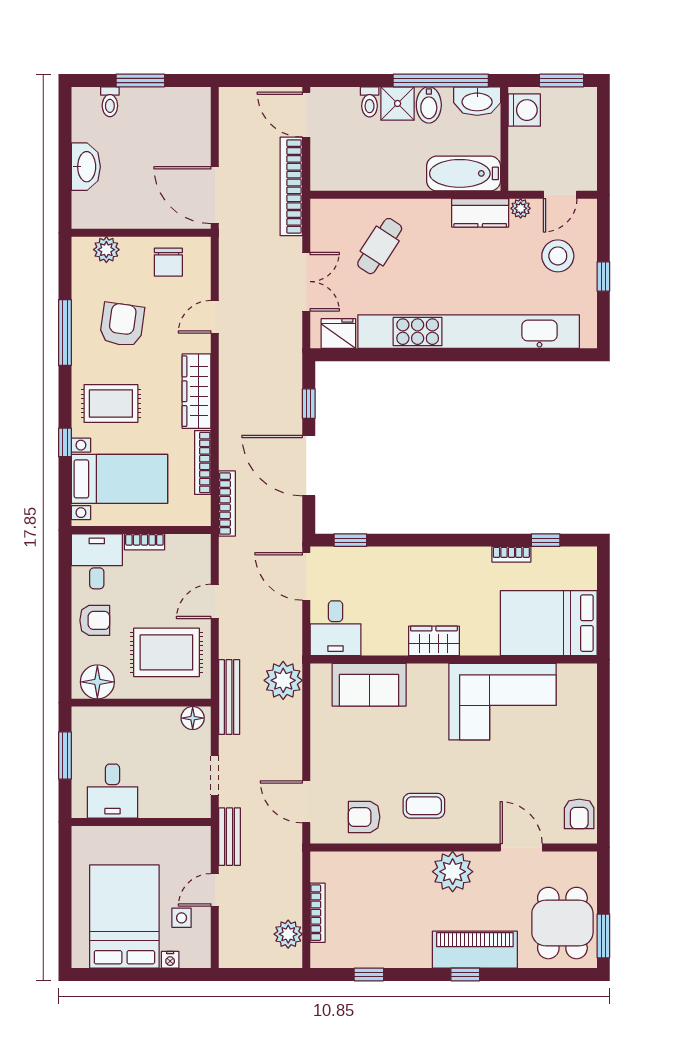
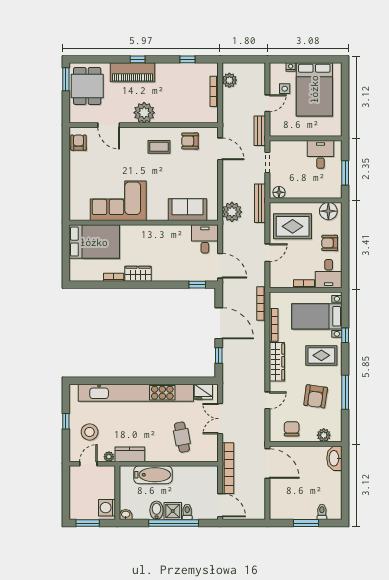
window: (441, 80) -> (174, 523), moved
washbasin: (477, 101) -> (126, 515), width x0.52, depth x0.69
washbasin: (86, 167) -> (334, 458), moved
bathtub: (464, 173) -> (153, 475), moved
cafe table: (380, 246) -> (182, 437), turned -44
window: (546, 540) -> (96, 285), removed
wardrobe: (434, 641) -> (138, 274), moved, turned 180
armchair: (364, 817) -> (190, 141), turned 180

